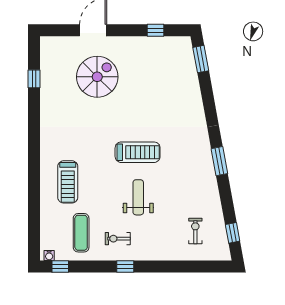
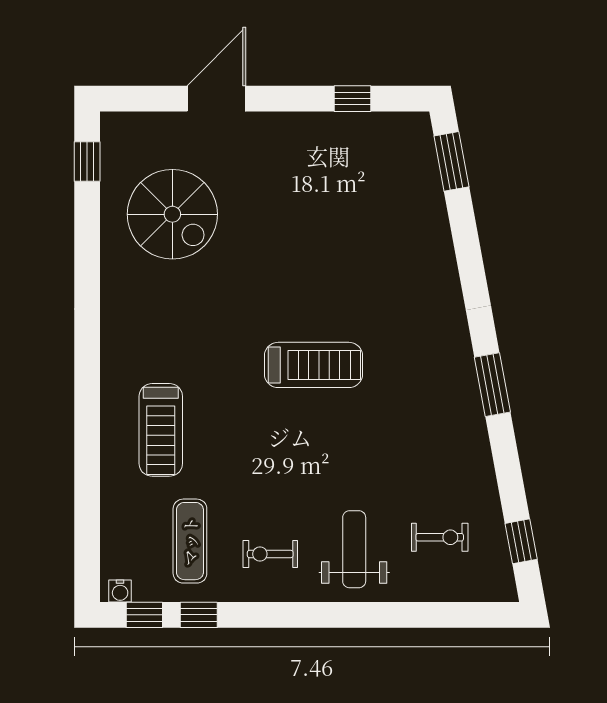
spiral stairs: (97, 77) -> (172, 214), moved, turned 90
window: (34, 79) -> (87, 161), moved
weight bench: (138, 197) -> (354, 549), moved
exercise bike: (195, 231) -> (440, 537), turned 90
window: (125, 267) -> (199, 615), moved

